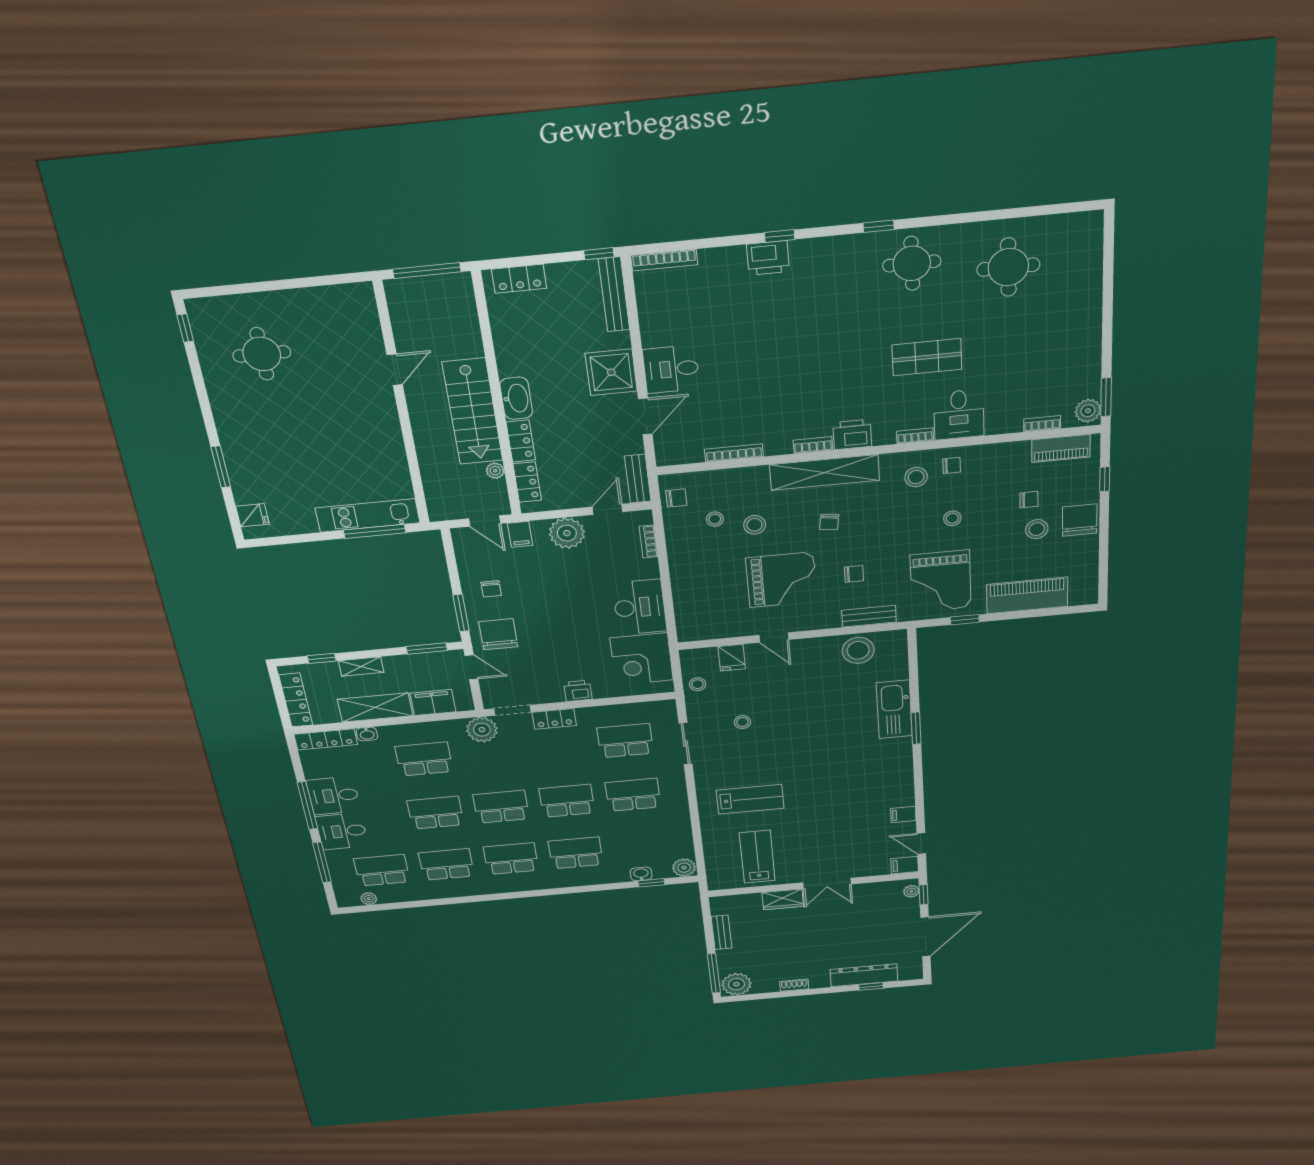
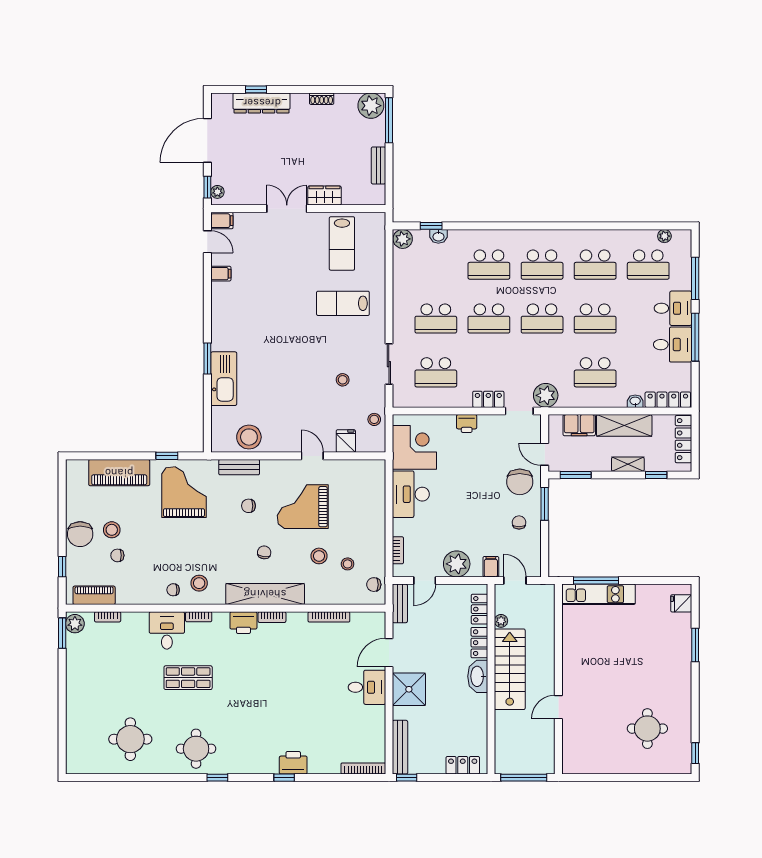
stool: (952, 518) -> (174, 546), removed

